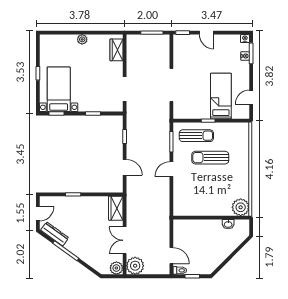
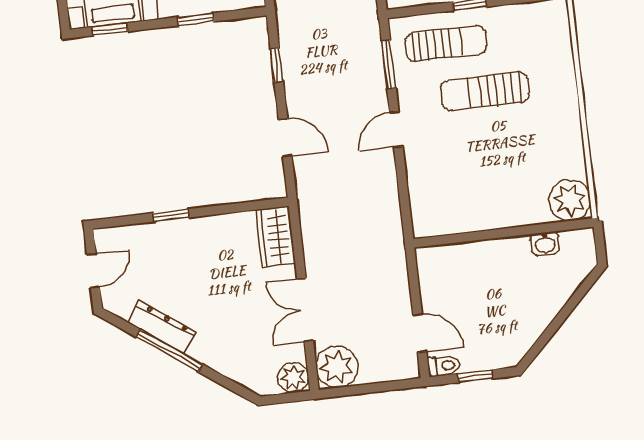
dresser: (55, 234) -> (162, 327), moved

